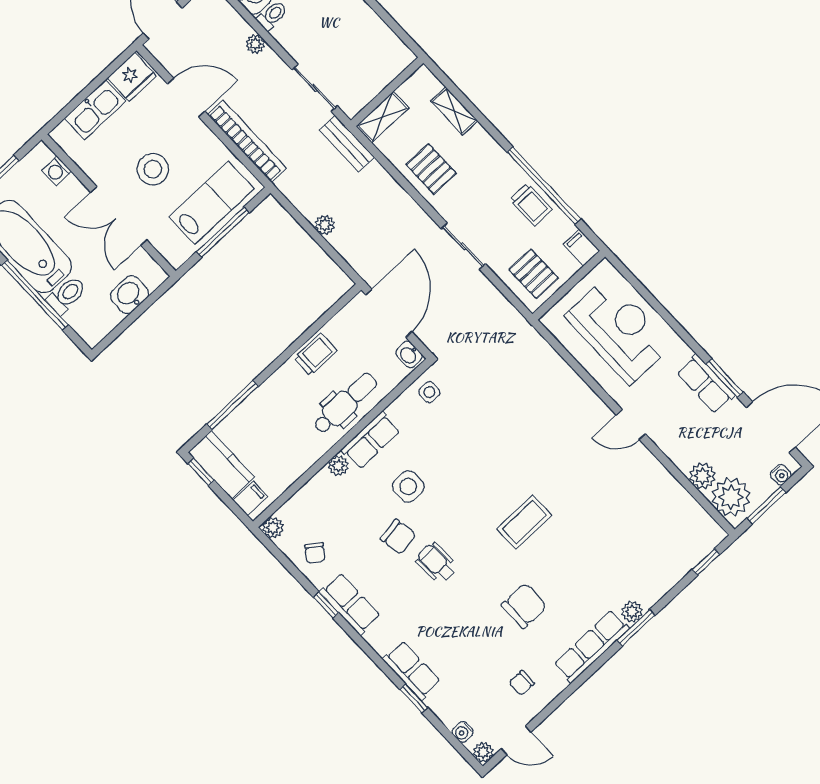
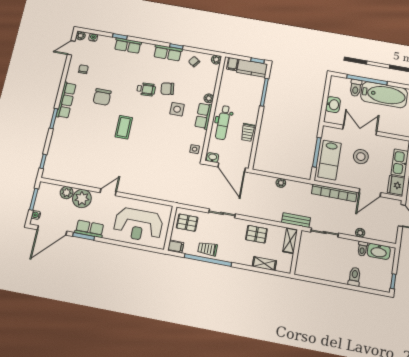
washing machine: (57, 171) -> (395, 130), removed
plant: (731, 497) -> (82, 199), moved
plant: (632, 612) -> (59, 123), removed

